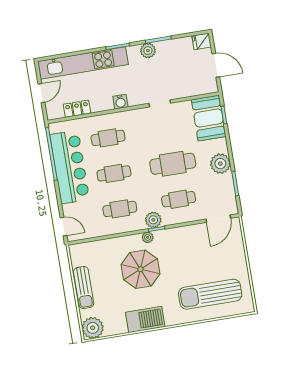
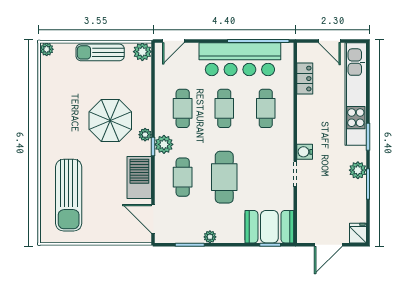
water cooler: (120, 102) -> (305, 152), moved
plant: (220, 164) -> (210, 237), width x0.53, depth x0.53
plant: (77, 252) -> (142, 52), added
sun lounger: (210, 294) -> (69, 195), turned 180
barbecue: (145, 319) -> (139, 178), moved, turned 180
plant: (93, 328) -> (47, 49), width x0.53, depth x0.53

